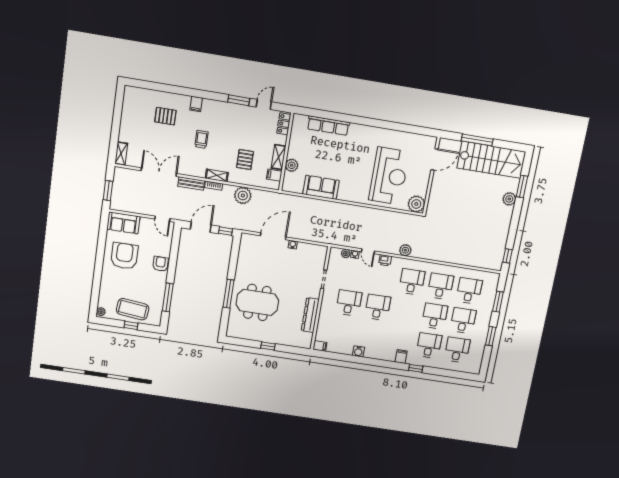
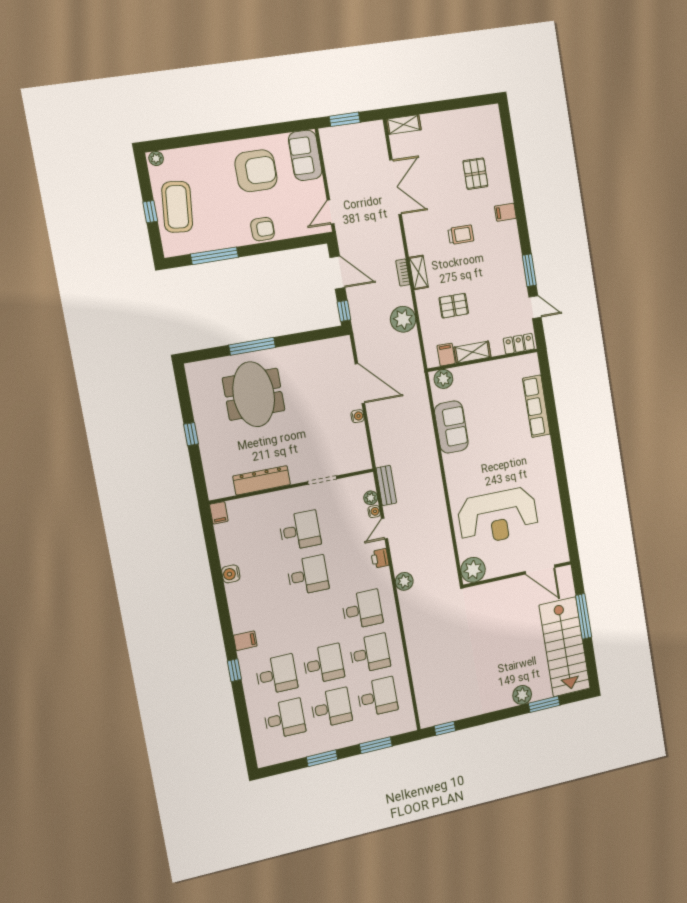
plant: (292, 165) -> (443, 379), moved
bench: (191, 184) -> (386, 485), moved

